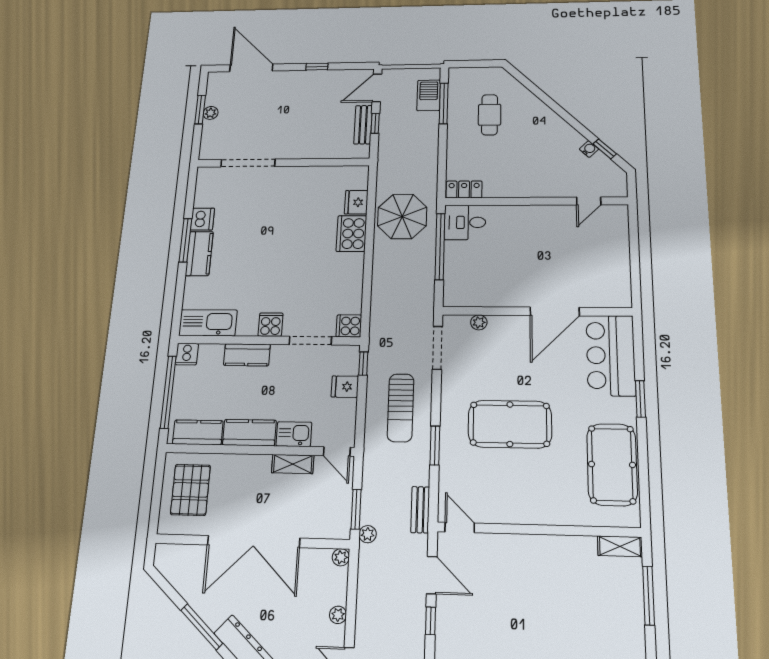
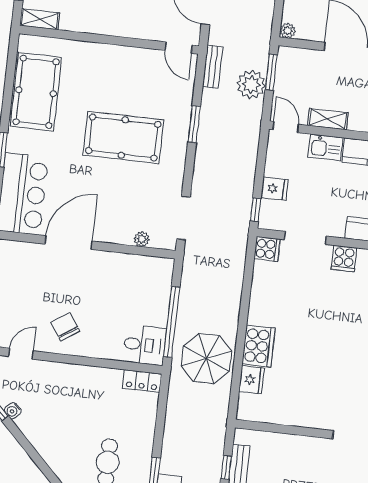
chair: (547, 231) -> (65, 327), added
sun lounger: (401, 408) -> (223, 163), removed
plant: (368, 534) -> (251, 85), moved, width x1.88, depth x1.88

